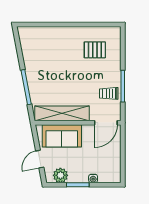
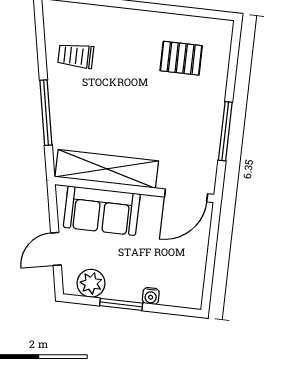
trolley: (109, 93) -> (76, 56), moved

